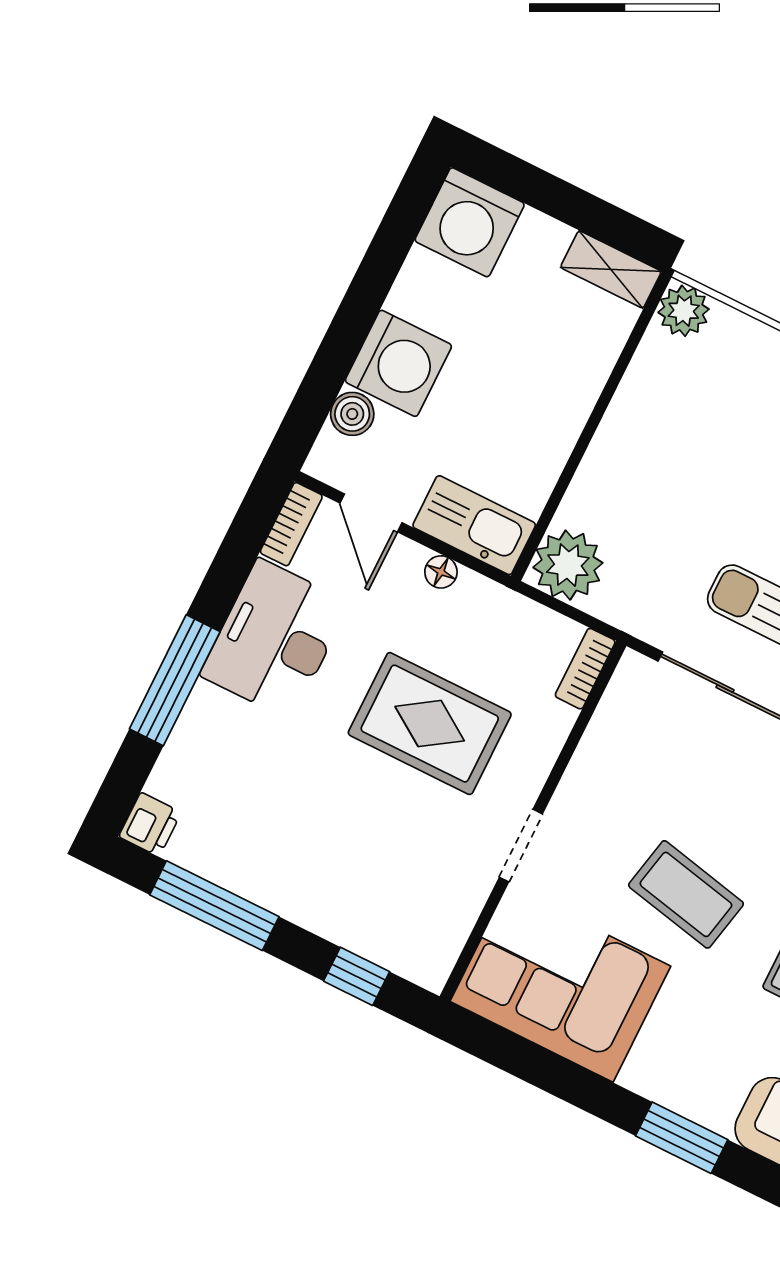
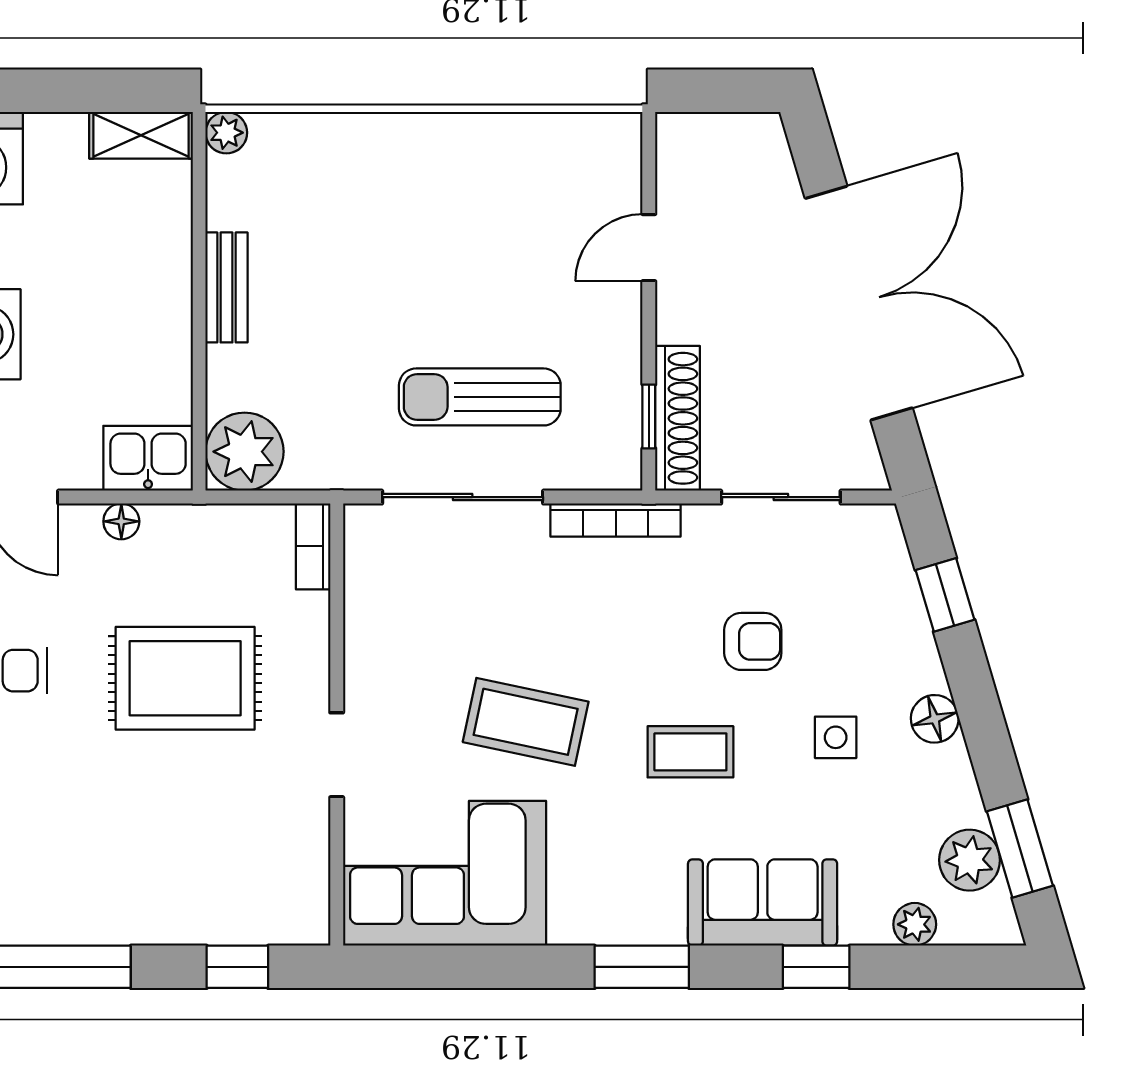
plant: (684, 311) -> (226, 133), width x0.73, depth x0.73
bench: (619, 426) -> (226, 287), added
kitchen sink: (474, 525) -> (148, 458), width x0.73

